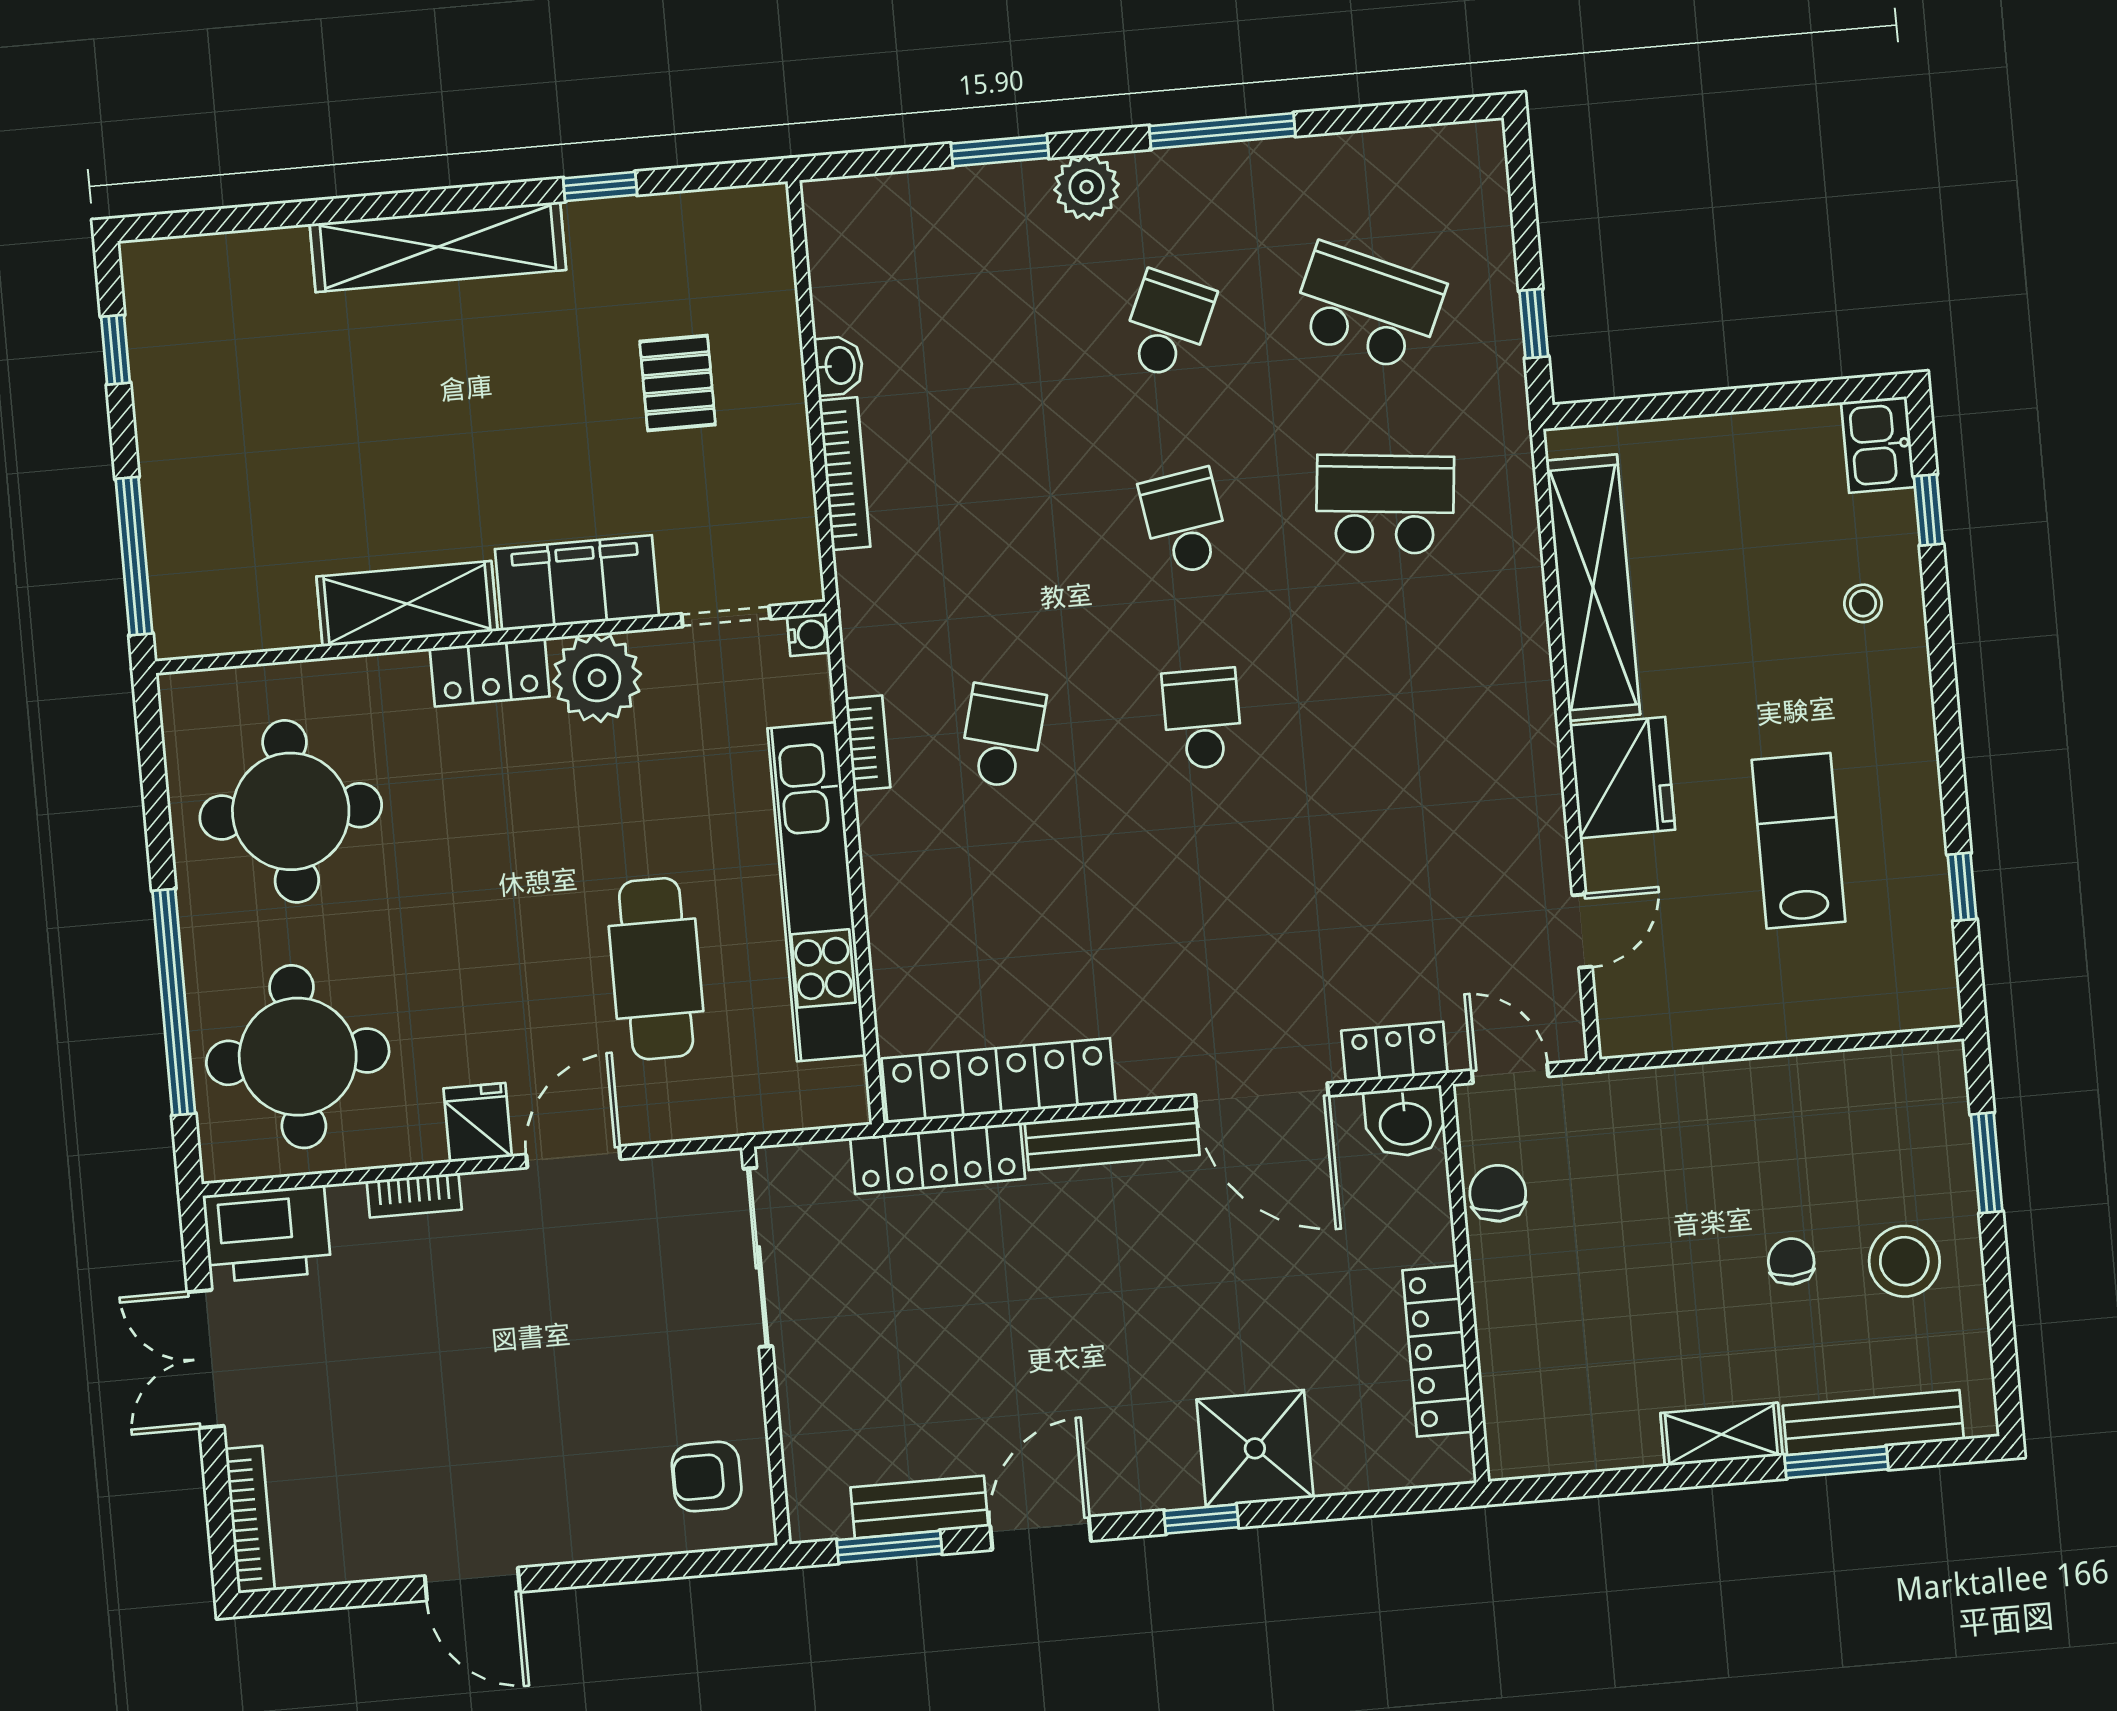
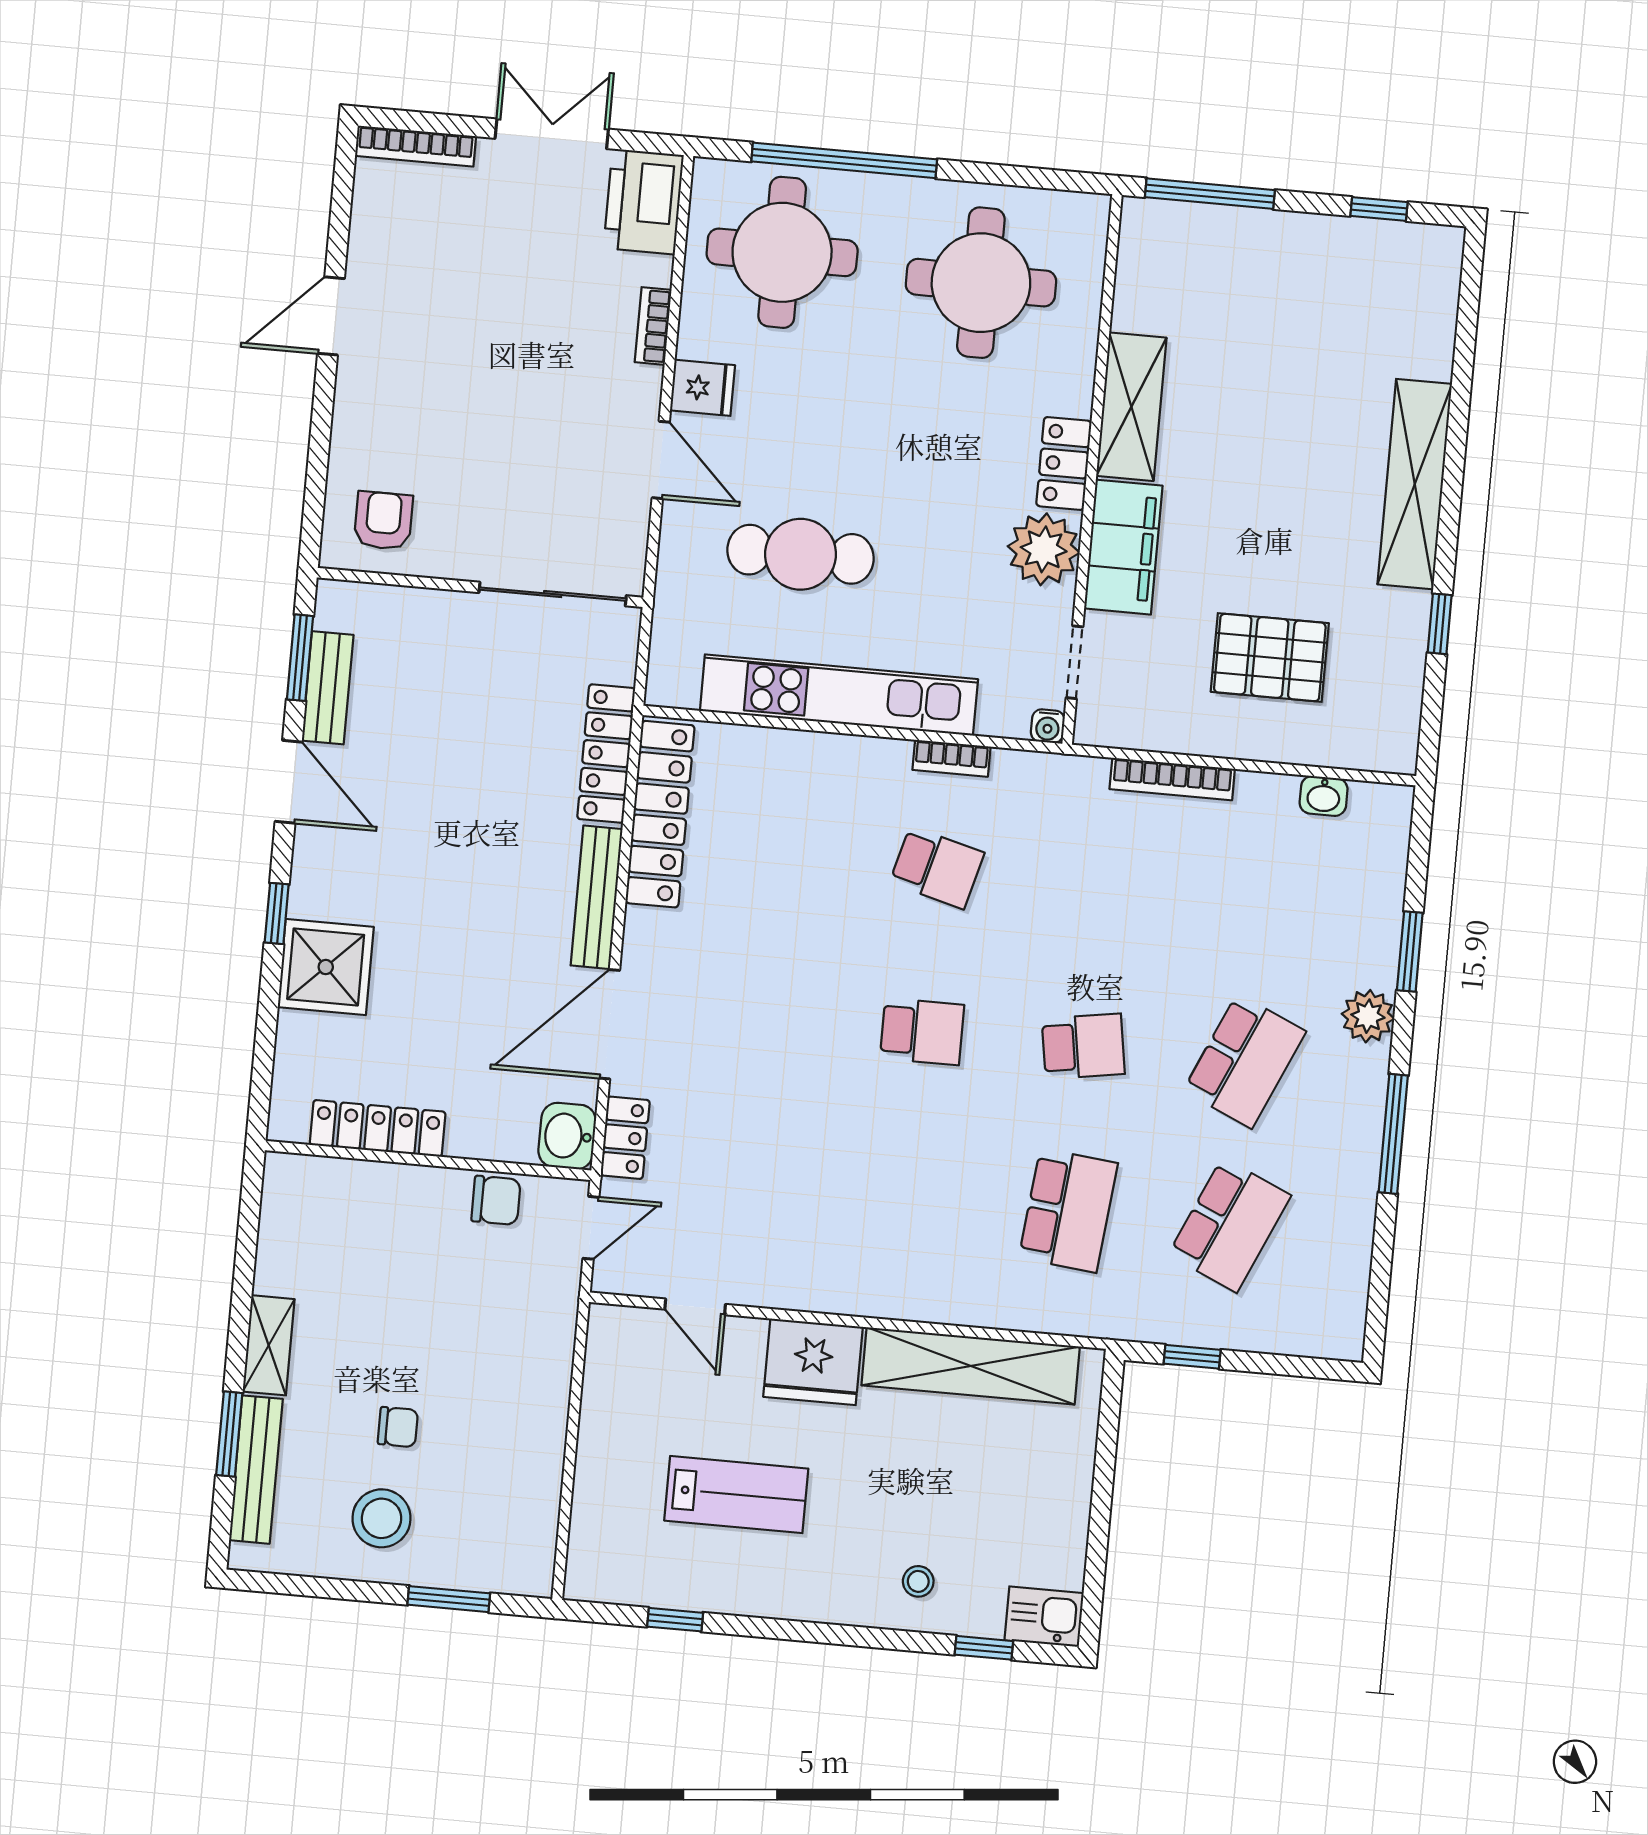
school desk: (1167, 325) -> (1244, 1061), width x1.85
washbasin: (839, 366) -> (1324, 796), moved
pallet: (678, 383) -> (1270, 657), width x1.50, depth x1.42

